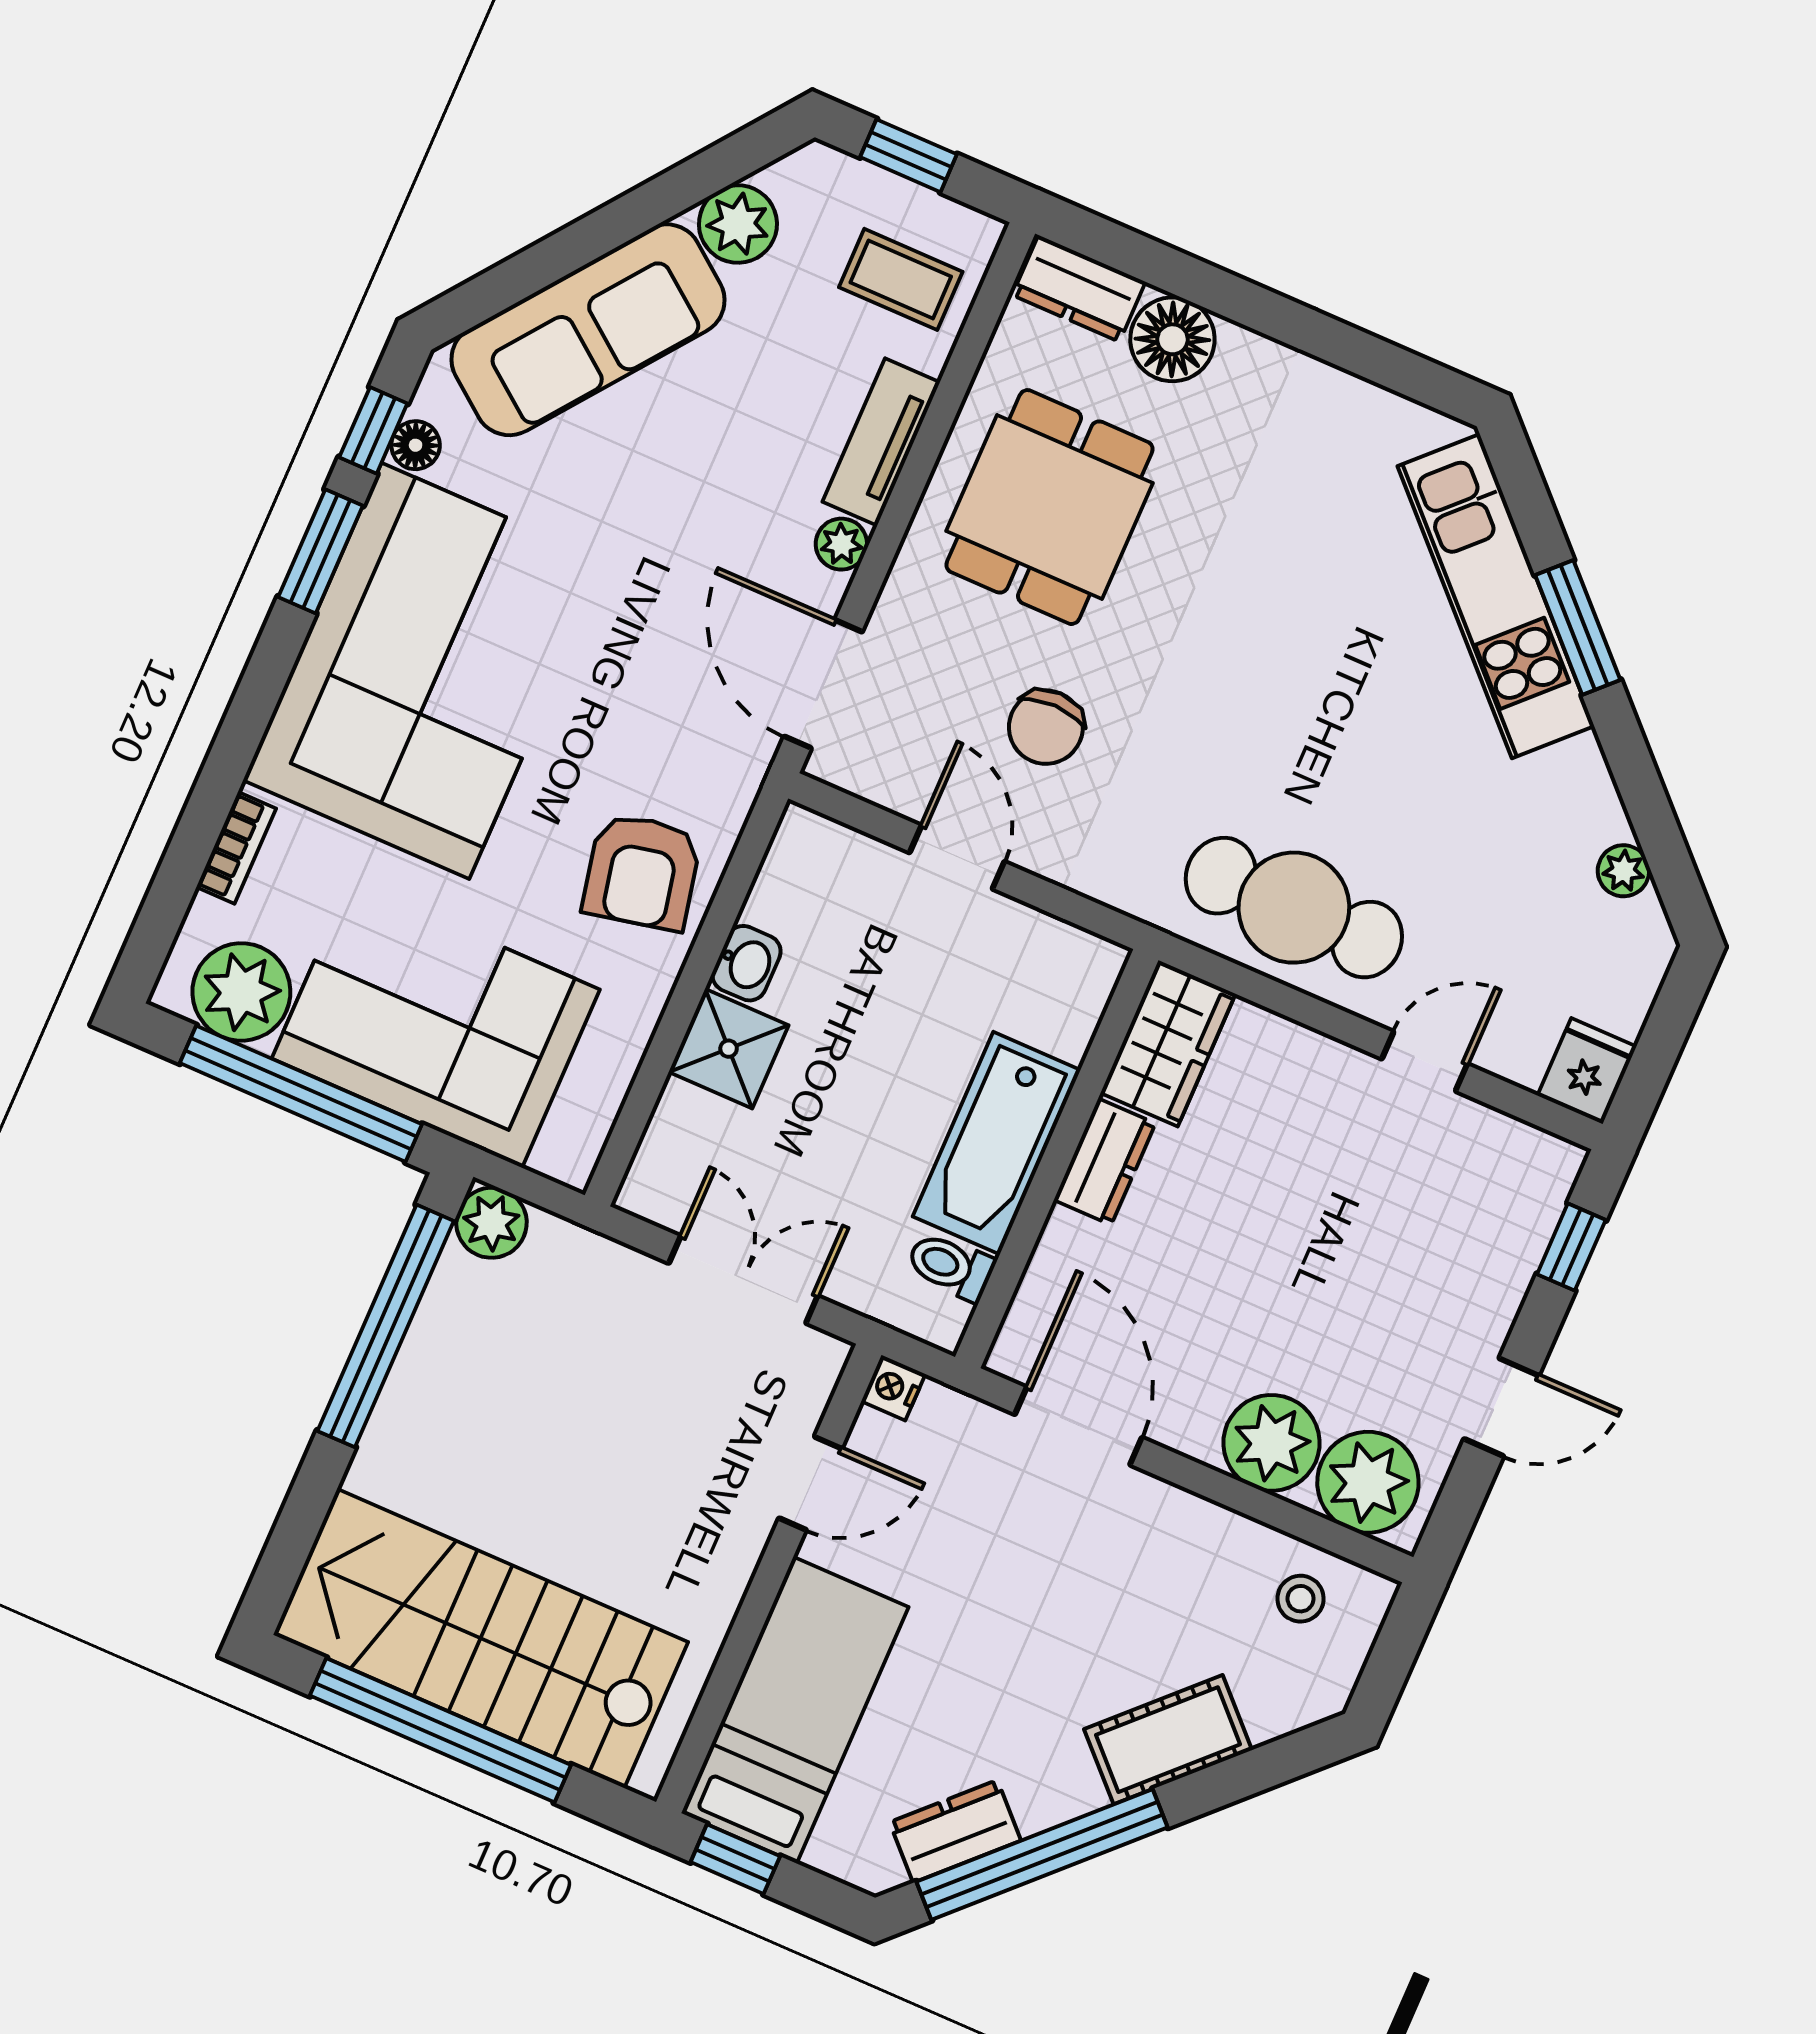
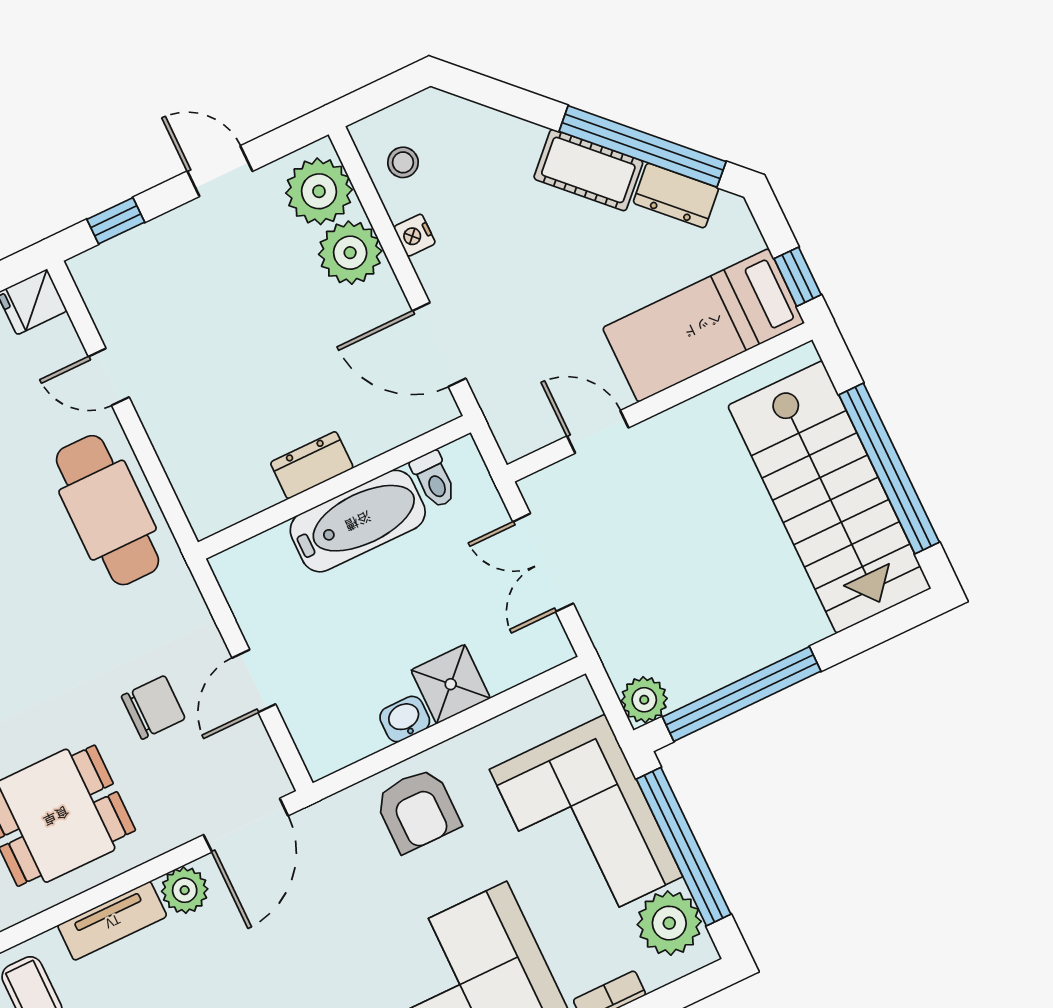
plant: (841, 544) -> (185, 890), width x1.38, depth x1.38
armchair: (642, 872) -> (417, 810), turned 102
wardrobe: (1168, 1043) -> (229, 497), removed
nightstand: (893, 1388) -> (415, 235), moved, turned 90
door: (1078, 1426) -> (439, 345), hinge flipped
cot: (1168, 1740) -> (588, 170), moved

